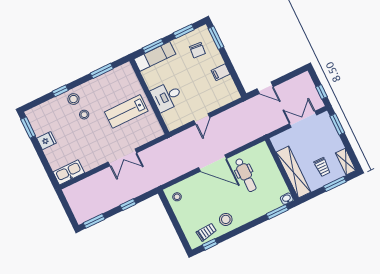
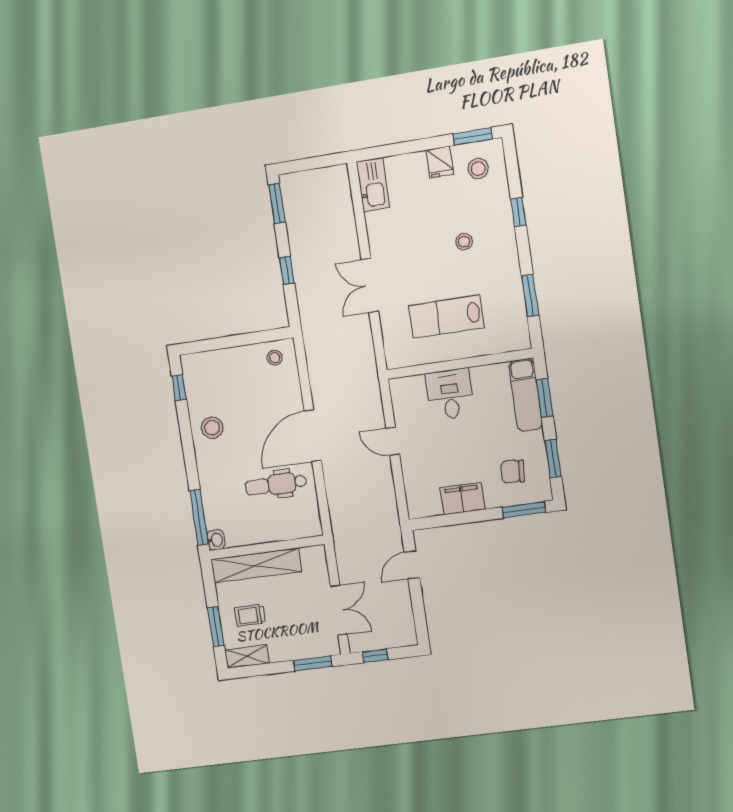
filing cabinet: (221, 72) -> (462, 499), width x2.00
stool: (73, 99) -> (478, 169), moved
lab bench: (126, 111) -> (446, 316), turned -90
window: (277, 212) -> (199, 517), width x1.44
trolley: (207, 232) -> (201, 389), removed

